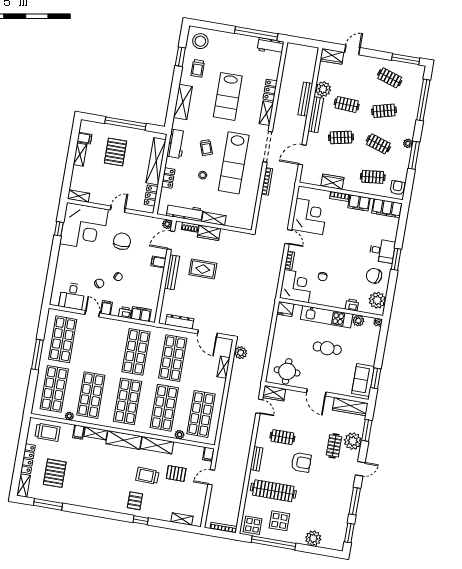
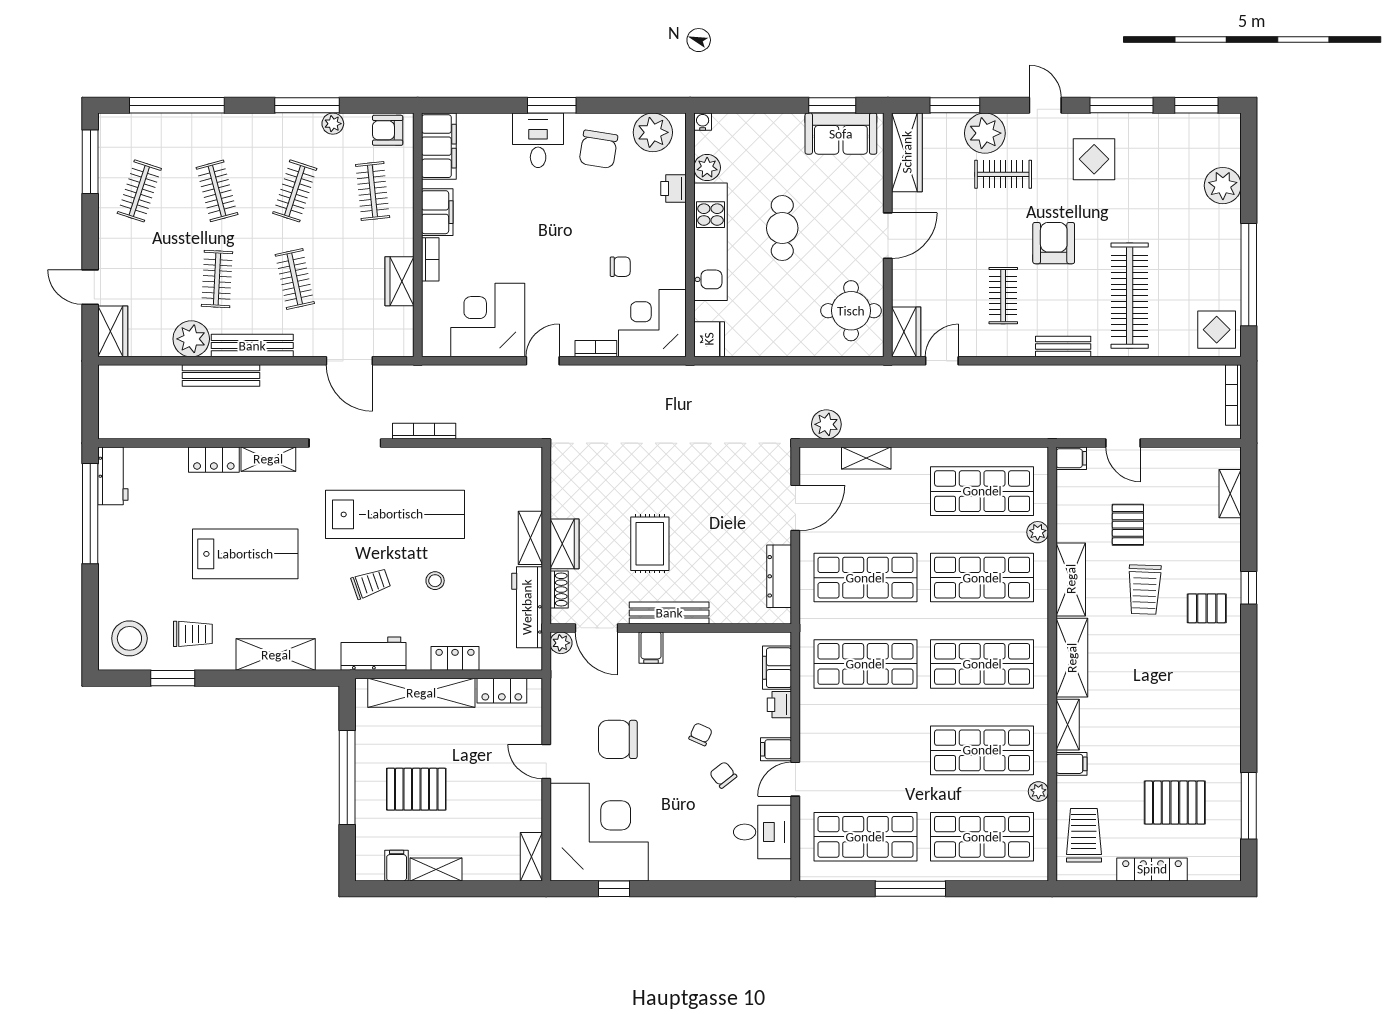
plant: (408, 143) -> (333, 124), moved
shelving: (23, 485) -> (1215, 869), removed
display table: (279, 521) -> (1094, 159), moved

